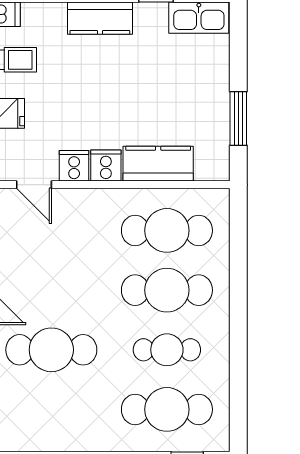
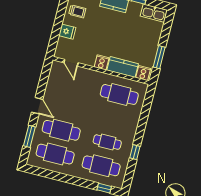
cooker: (74, 166) -> (143, 73), moved
cafe table: (167, 290) -> (55, 154), moved
window: (238, 357) -> (135, 152), added

